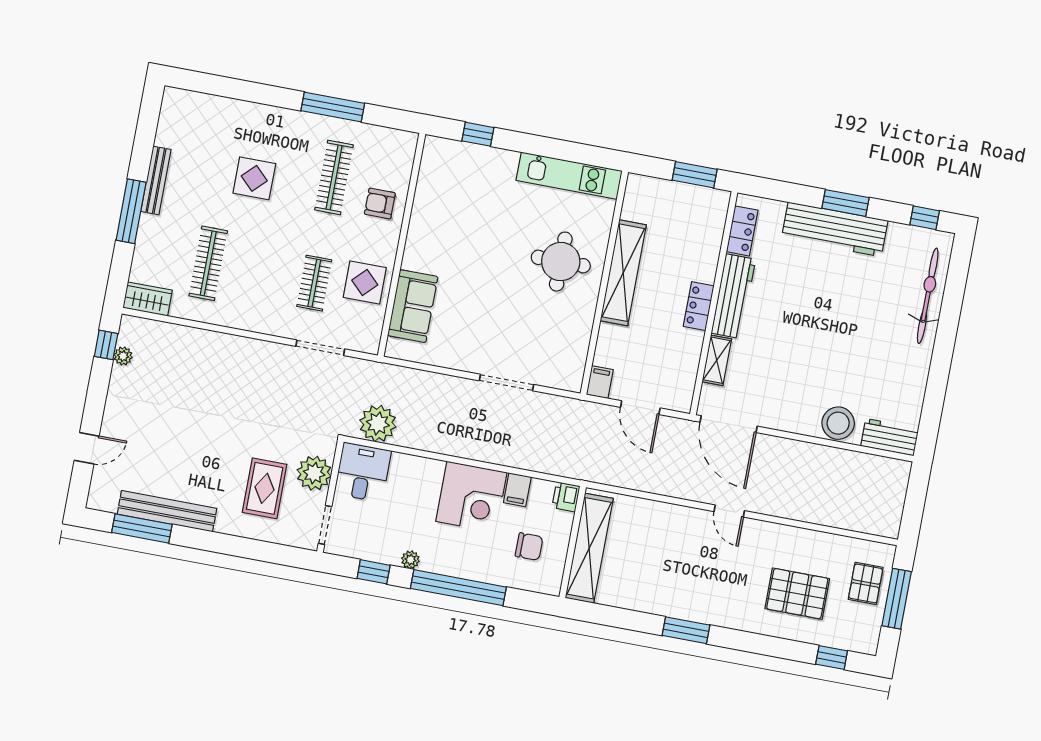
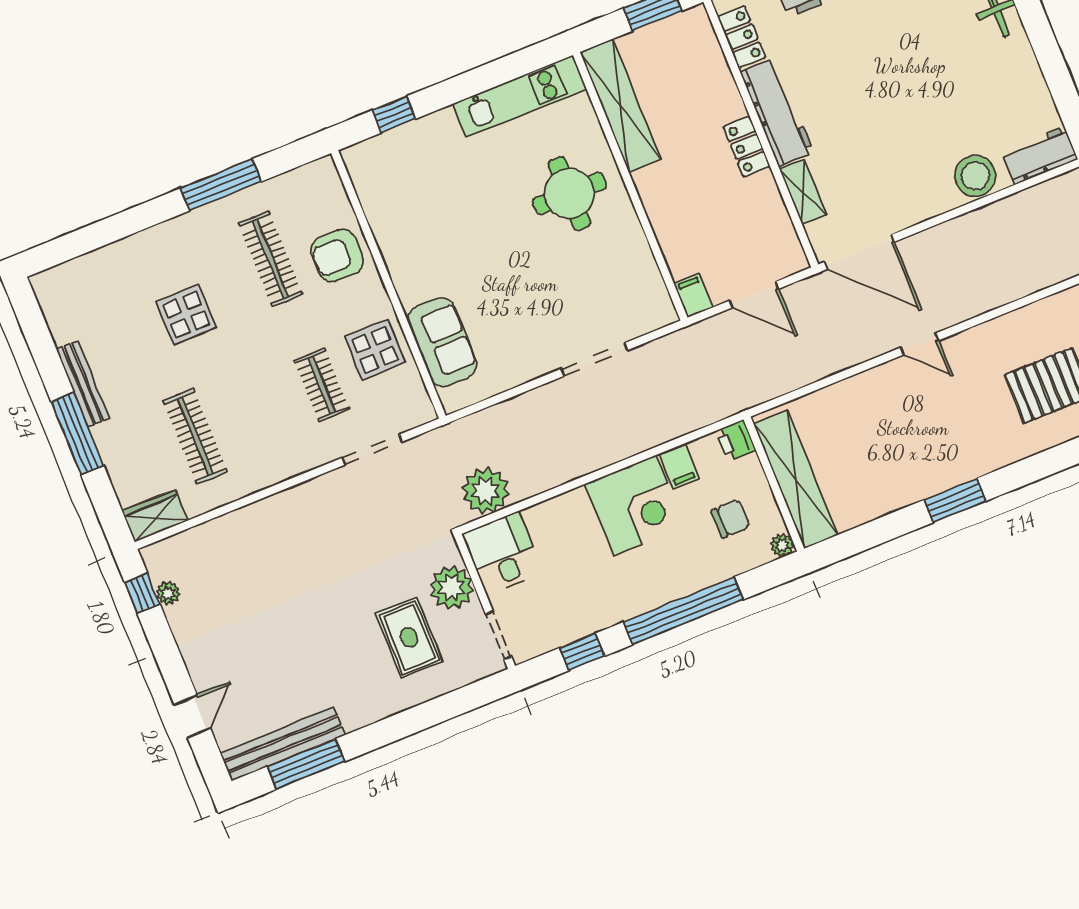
armchair: (380, 204) -> (337, 255), width x1.38, depth x1.38
shelving: (623, 273) -> (620, 106), moved
bench: (167, 511) -> (283, 744), moved
plant: (410, 560) -> (782, 545), moved

